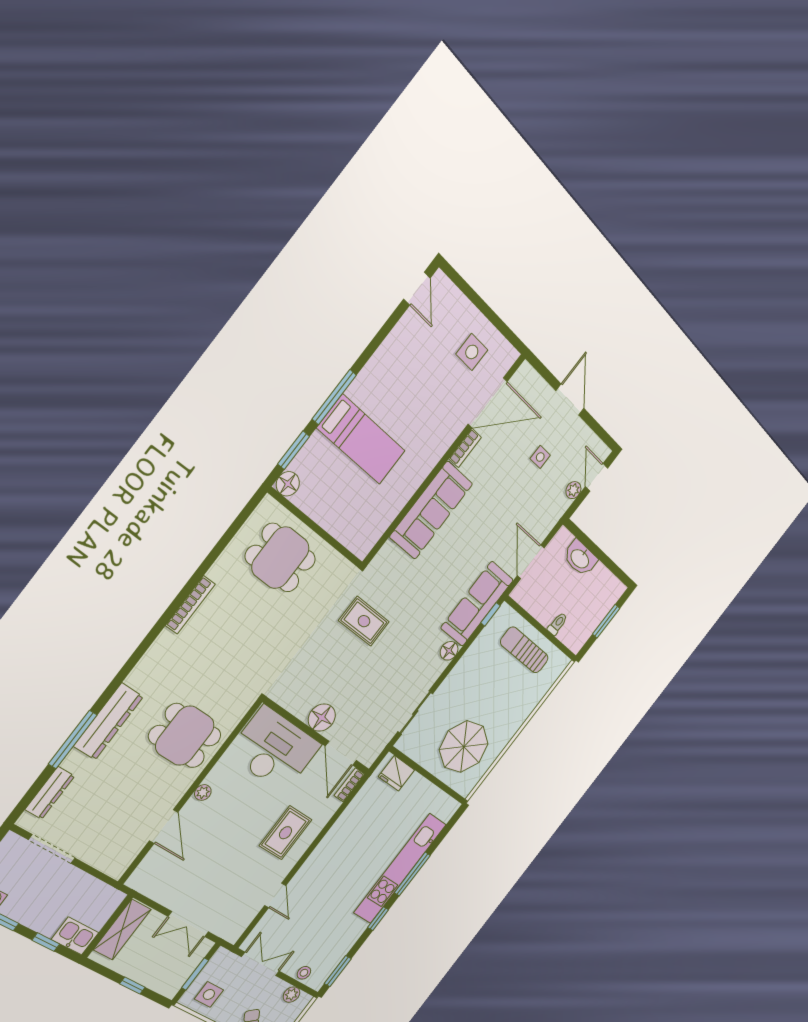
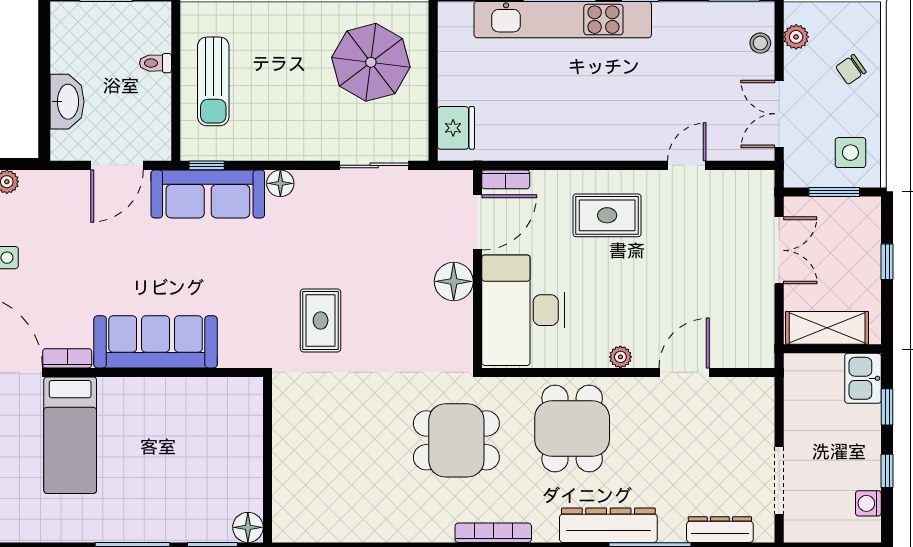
bed: (361, 440) -> (70, 435), moved, turned 180
dining table: (280, 558) -> (456, 440), moved, turned 90
bookcase: (190, 605) -> (493, 533), moved

